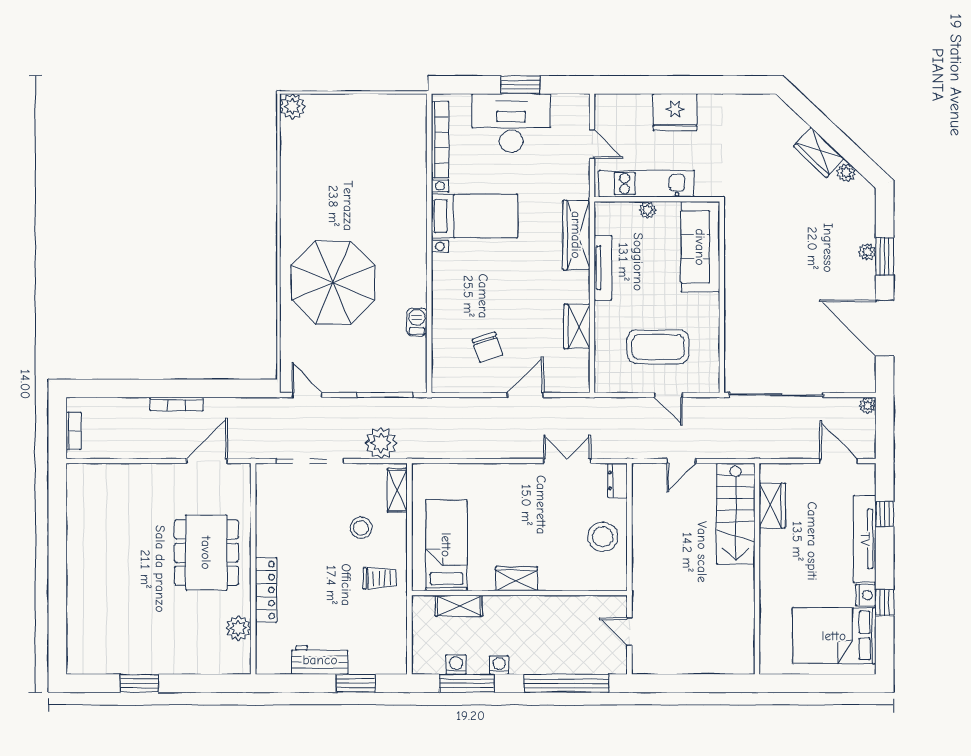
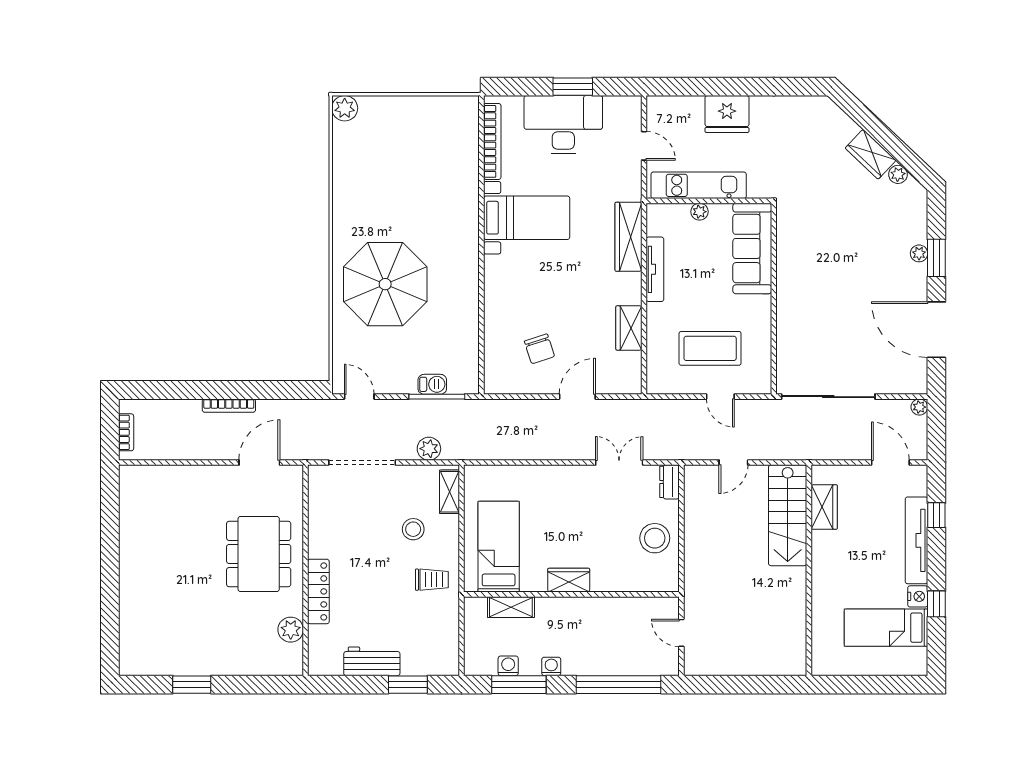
barbecue: (417, 322) -> (432, 384), moved, turned 90
plant: (381, 443) -> (429, 449), width x0.73, depth x0.73
bed: (834, 636) -> (886, 628), width x0.67

